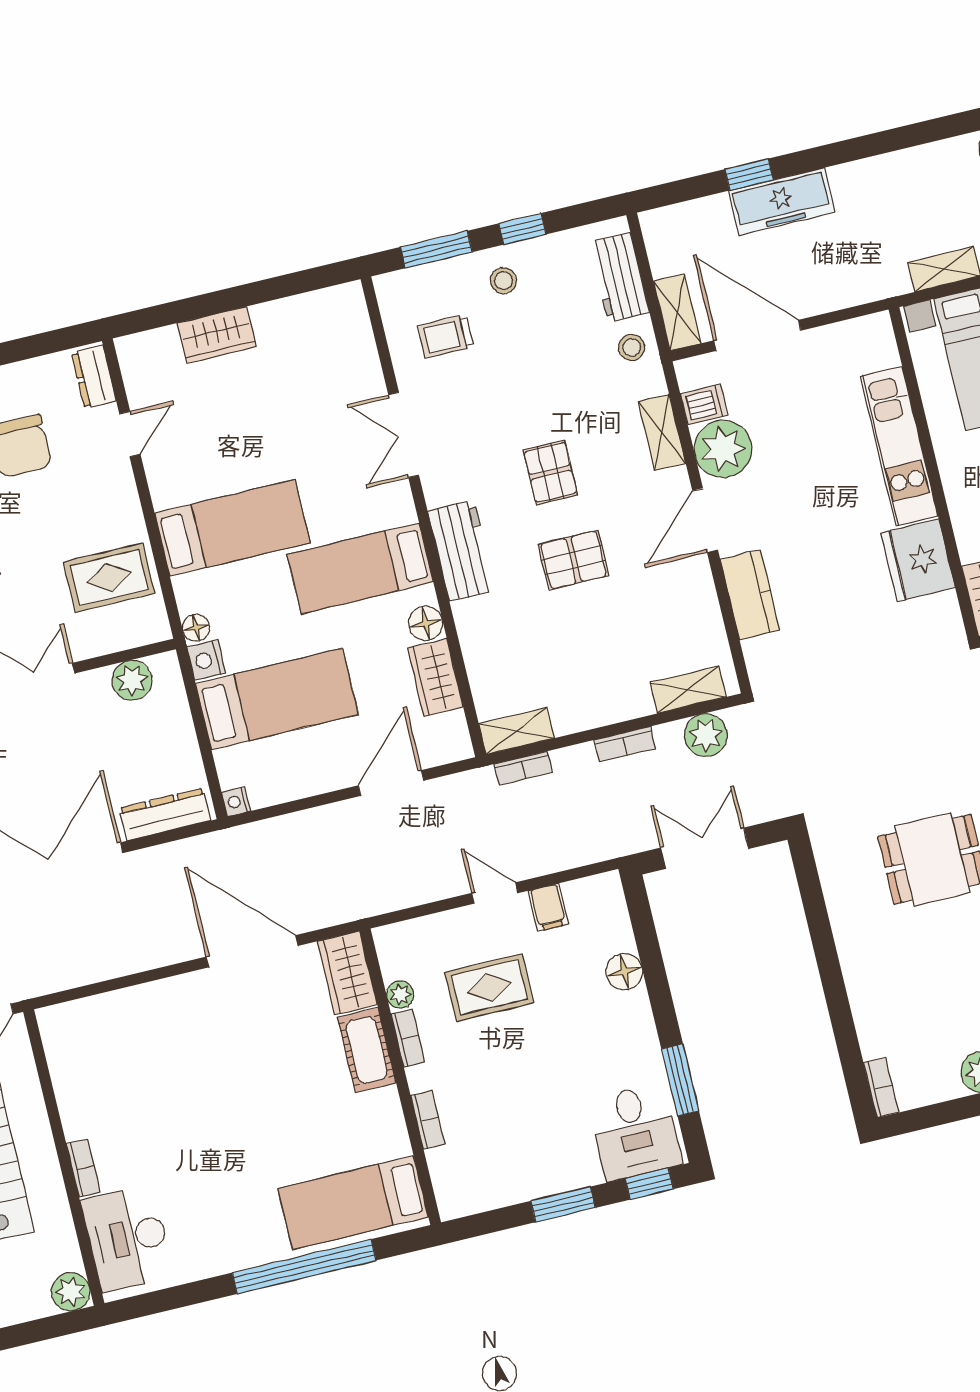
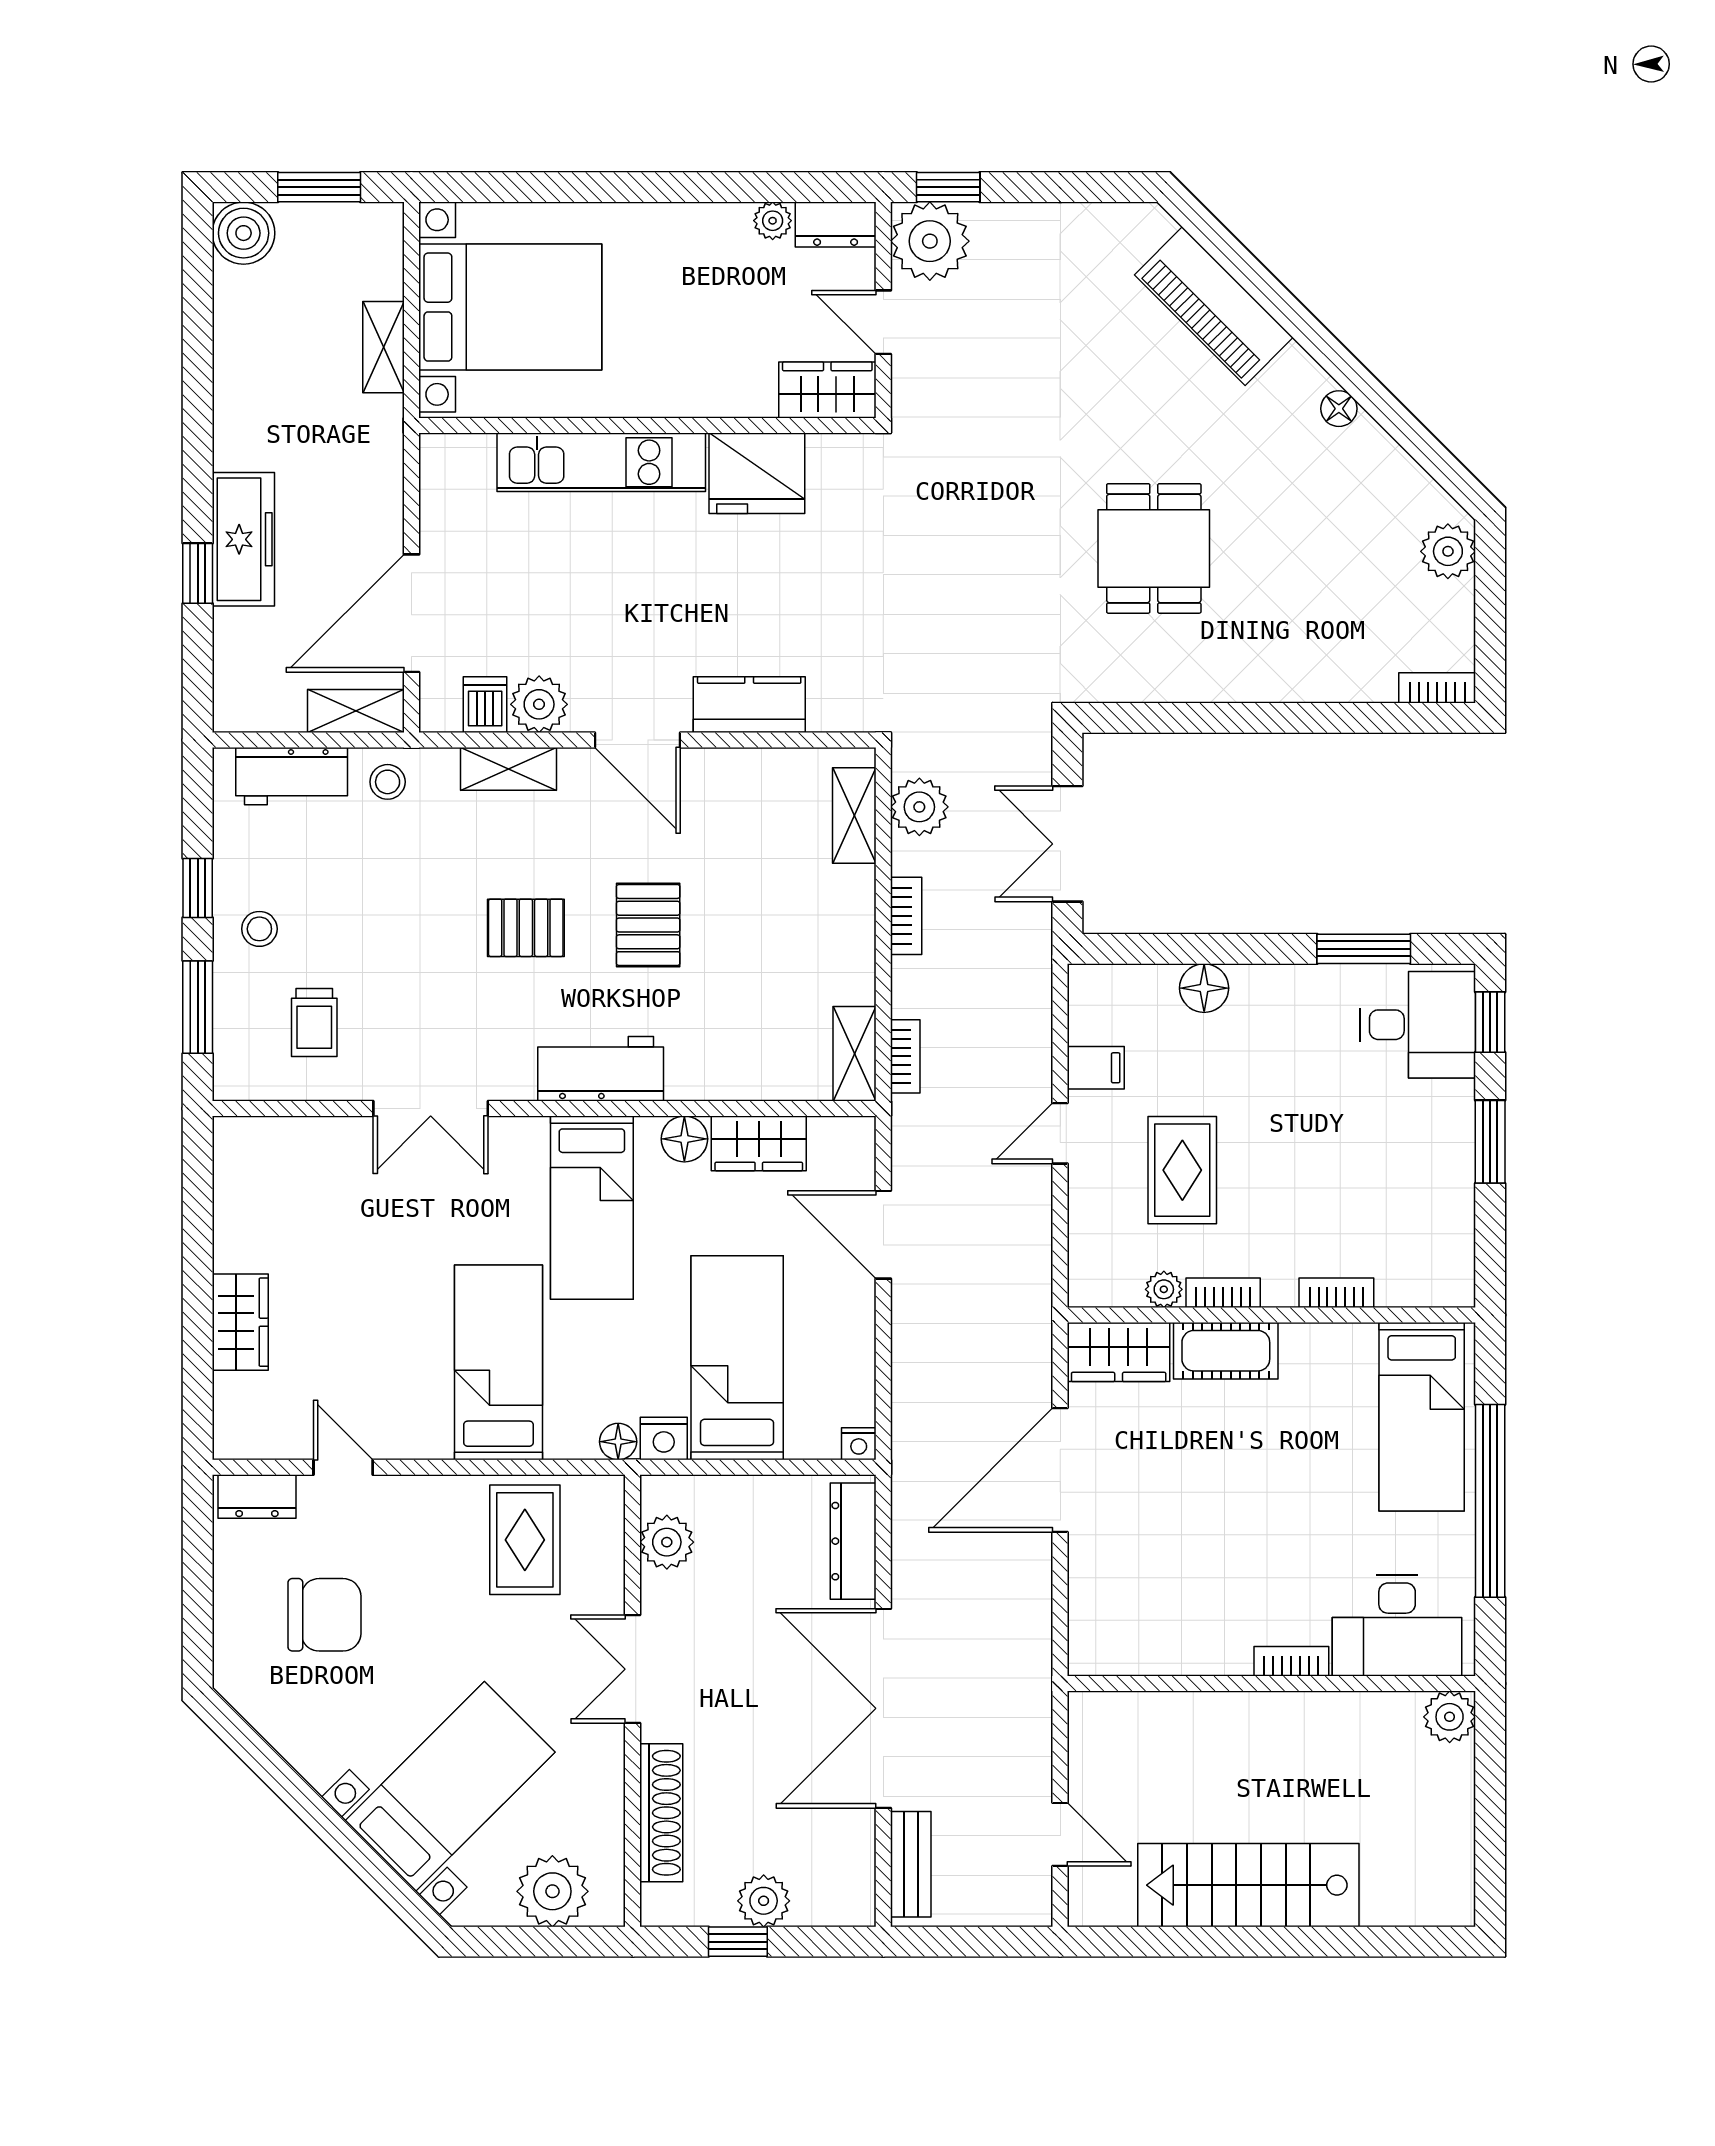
plant: (723, 449) -> (539, 704), width x0.73, depth x0.73
wall: (64, 1158) -> (1271, 1684), moved
bookcase: (83, 1168) -> (1291, 1661), moved
desk: (127, 1238) -> (1397, 1625), moved
plant: (71, 1292) -> (1450, 1717), moved

